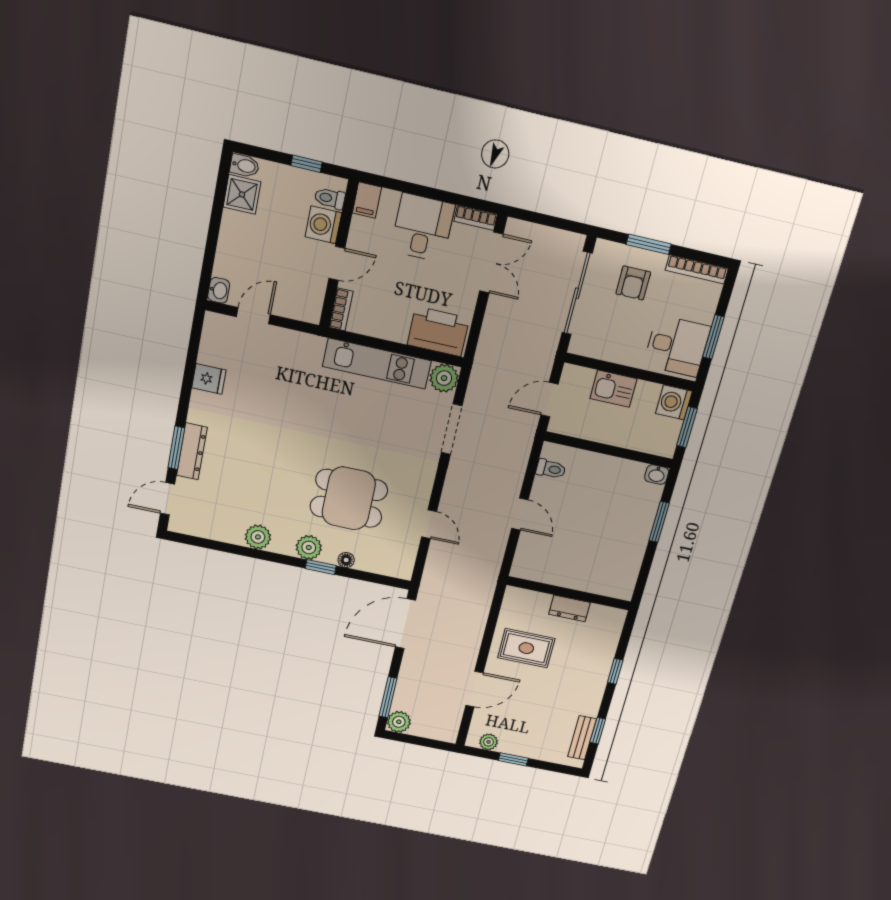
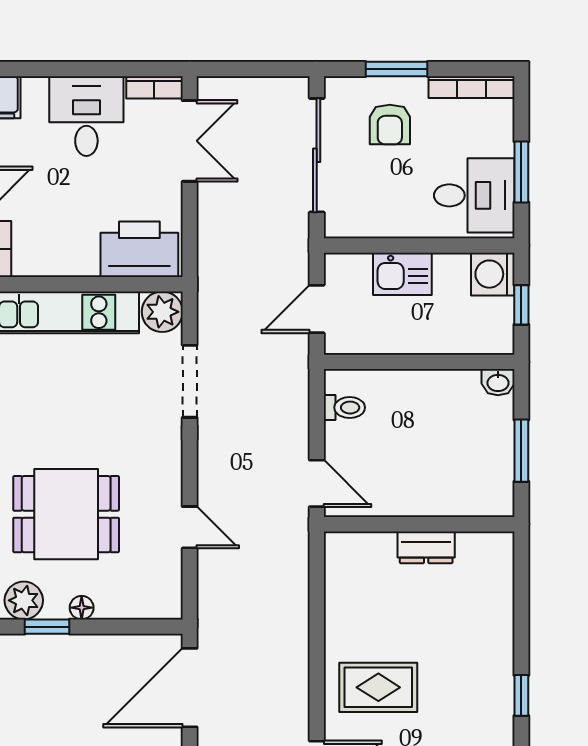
window: (687, 427) -> (521, 305), width x0.67
wall: (569, 593) -> (419, 524), moved
dresser: (569, 608) -> (426, 547), moved

